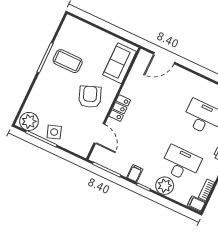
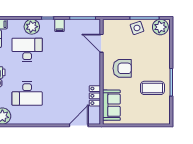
armchair: (90, 97) -> (122, 68), turned -69
locker: (120, 108) -> (95, 96), moved
desk: (181, 164) -> (27, 50), turned 180

